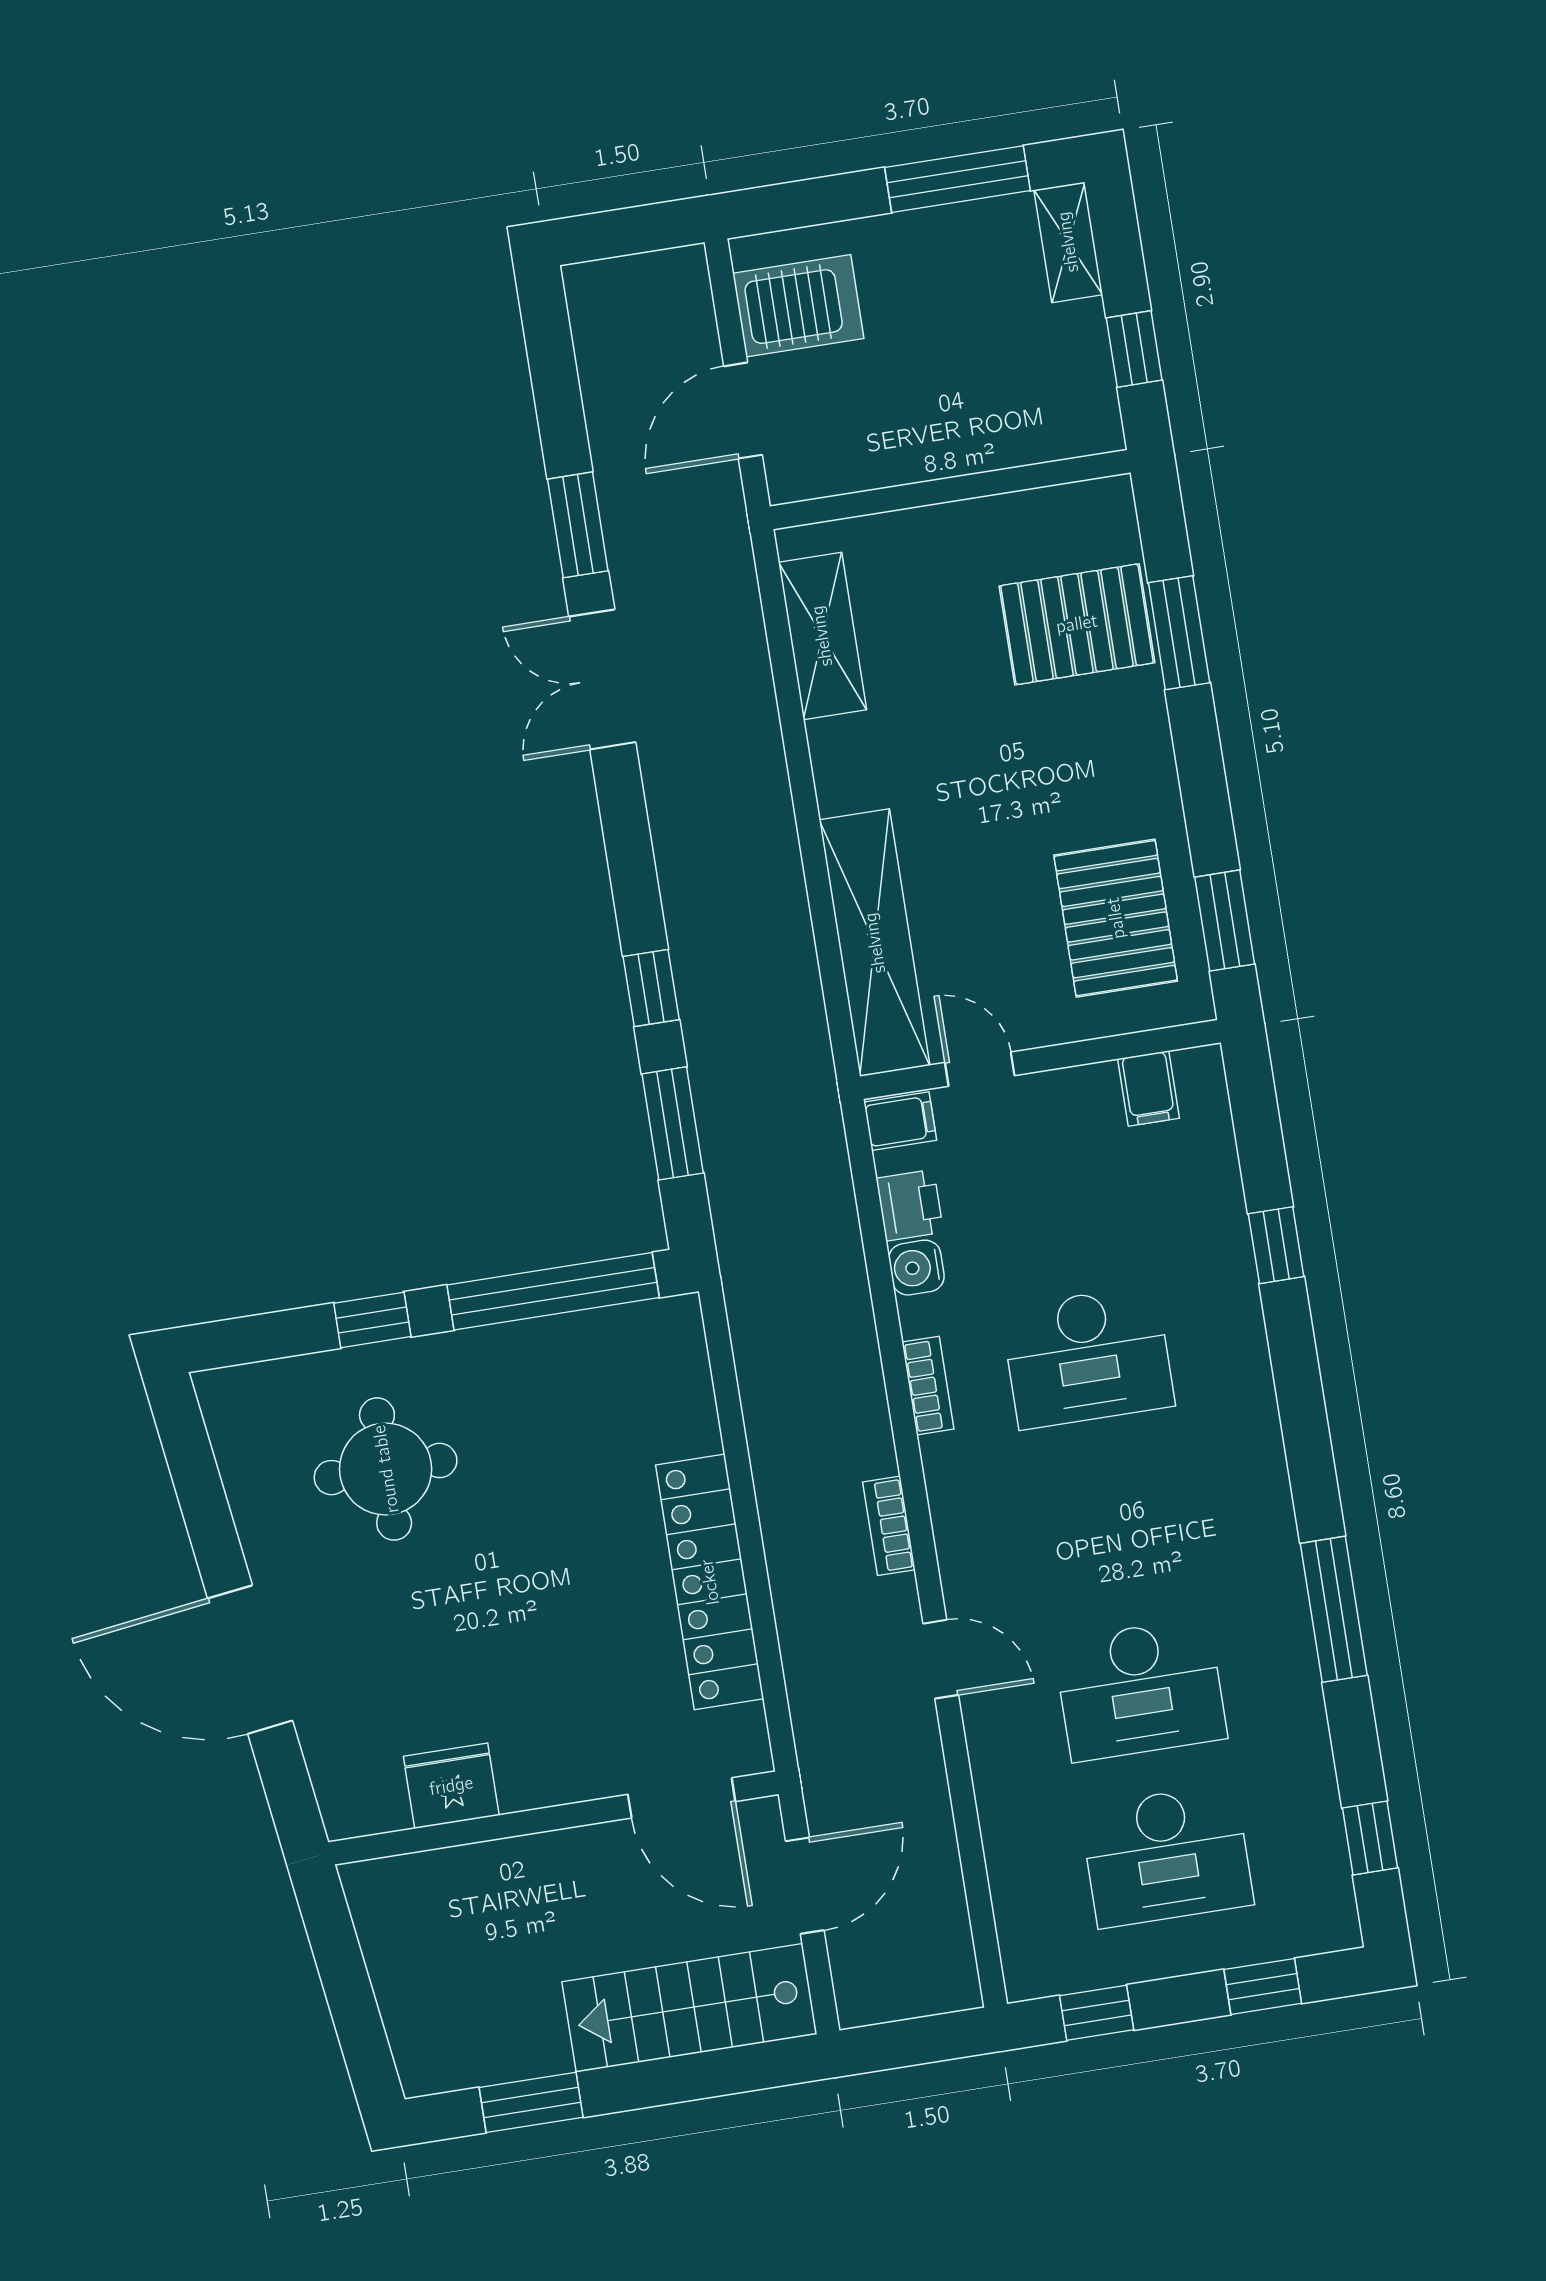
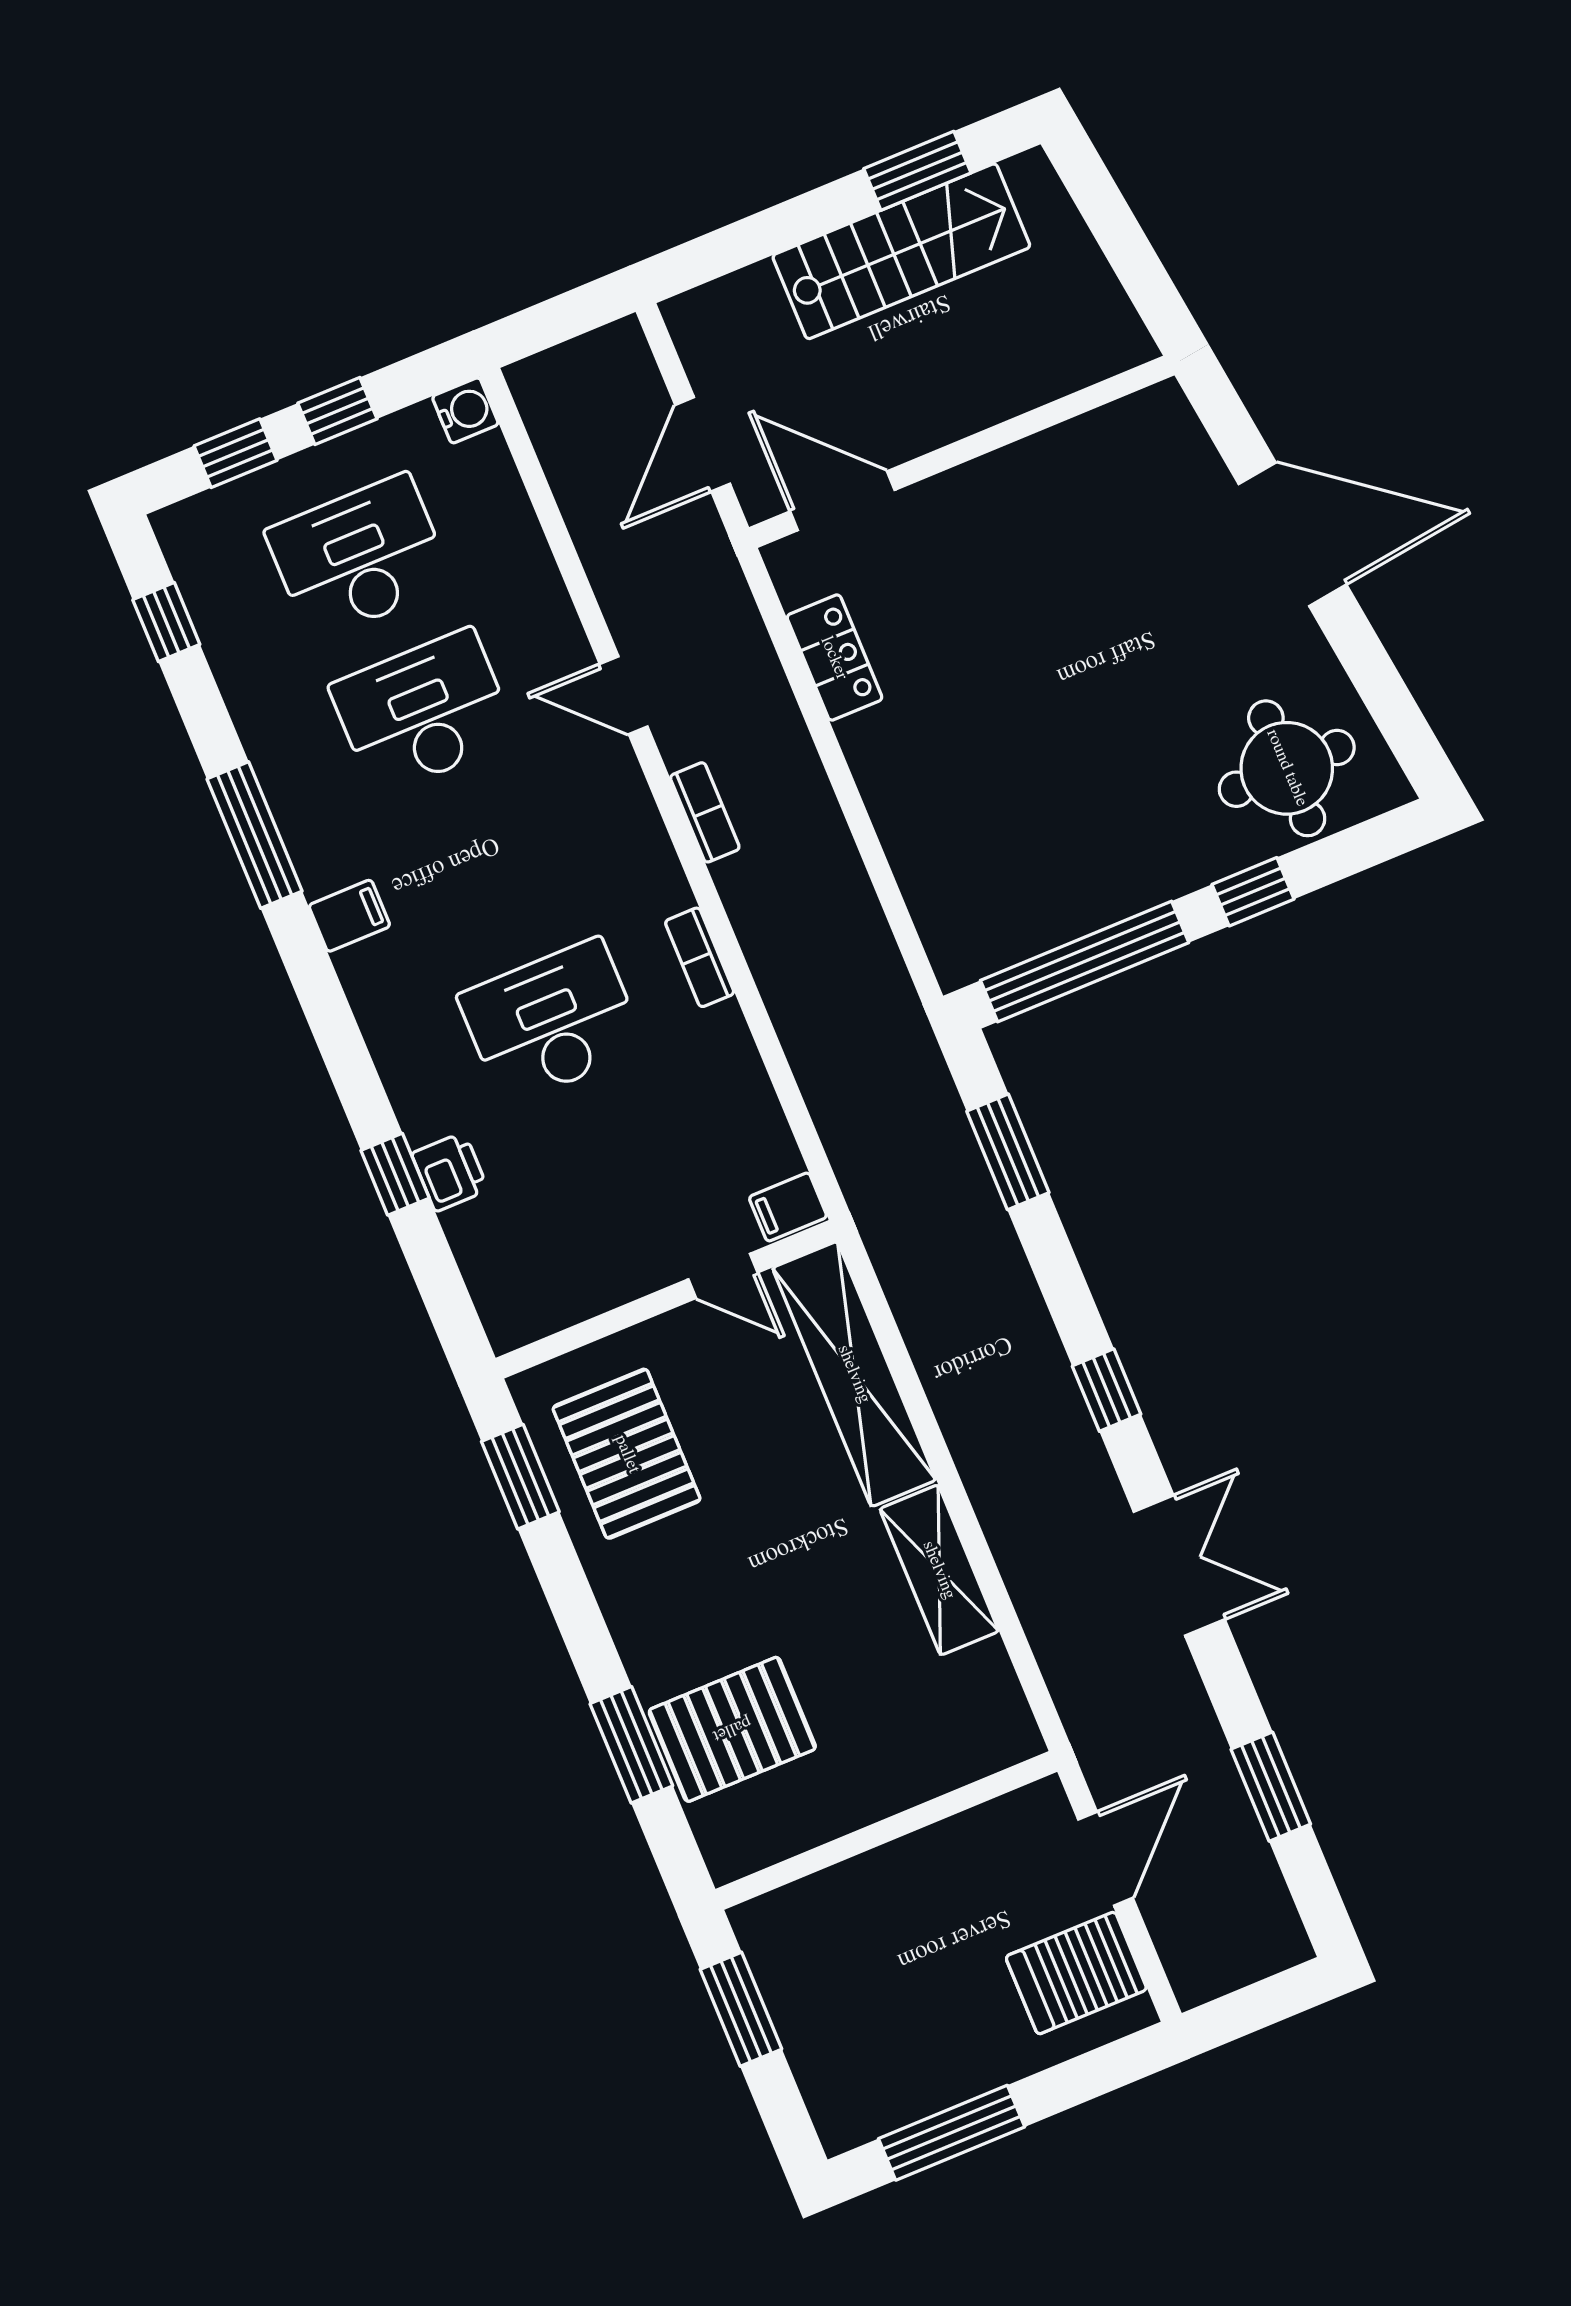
shelving: (1068, 242) -> (830, 2097), removed
window: (1134, 349) -> (741, 2009), width x1.50
window: (578, 525) -> (1271, 1787), moved
shelving: (822, 636) -> (939, 1570), moved
window: (651, 988) -> (1107, 1390), moved
filing cabinet: (1149, 1089) -> (349, 916), moved, turned 90
printer: (910, 1205) -> (450, 1172), moved, turned 180
water cooler: (916, 1268) -> (465, 410), moved
round table: (386, 1469) -> (1287, 768), moved
locker: (710, 1582) -> (834, 658), width x0.46, depth x0.83
fridge: (451, 1786) -> (1068, 459), removed
stairs: (689, 2008) -> (901, 251), moved
window: (1097, 2013) -> (337, 411), moved

